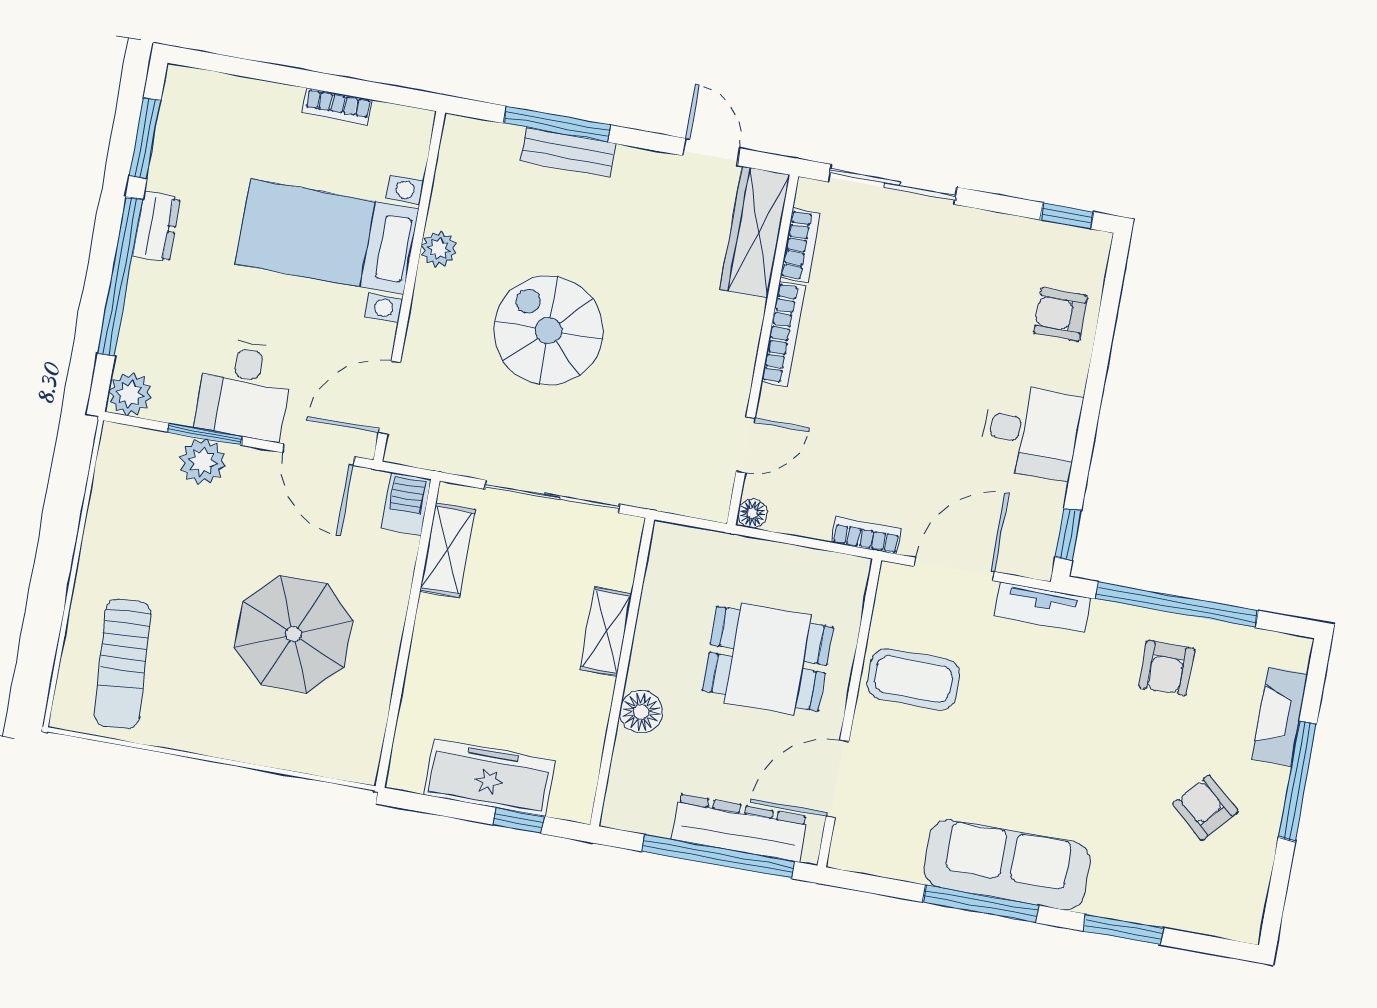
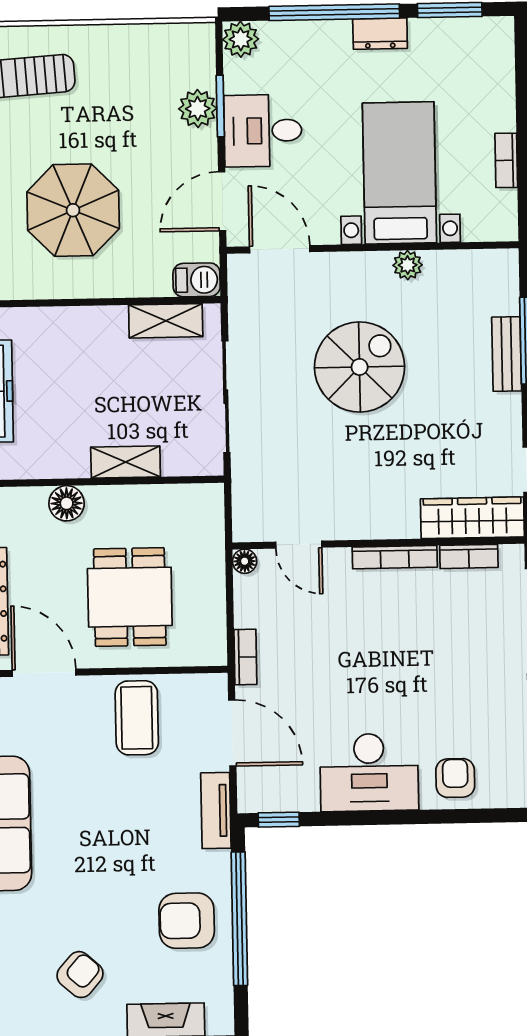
desk: (1031, 431) -> (369, 772), width x1.37
armchair: (1166, 668) -> (187, 921), width x1.38, depth x1.38

